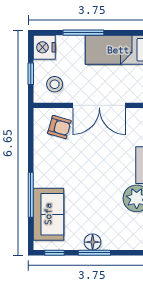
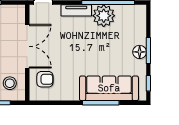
armchair: (59, 127) -> (45, 79), turned 74
sofa: (48, 214) -> (109, 88), width x1.36

